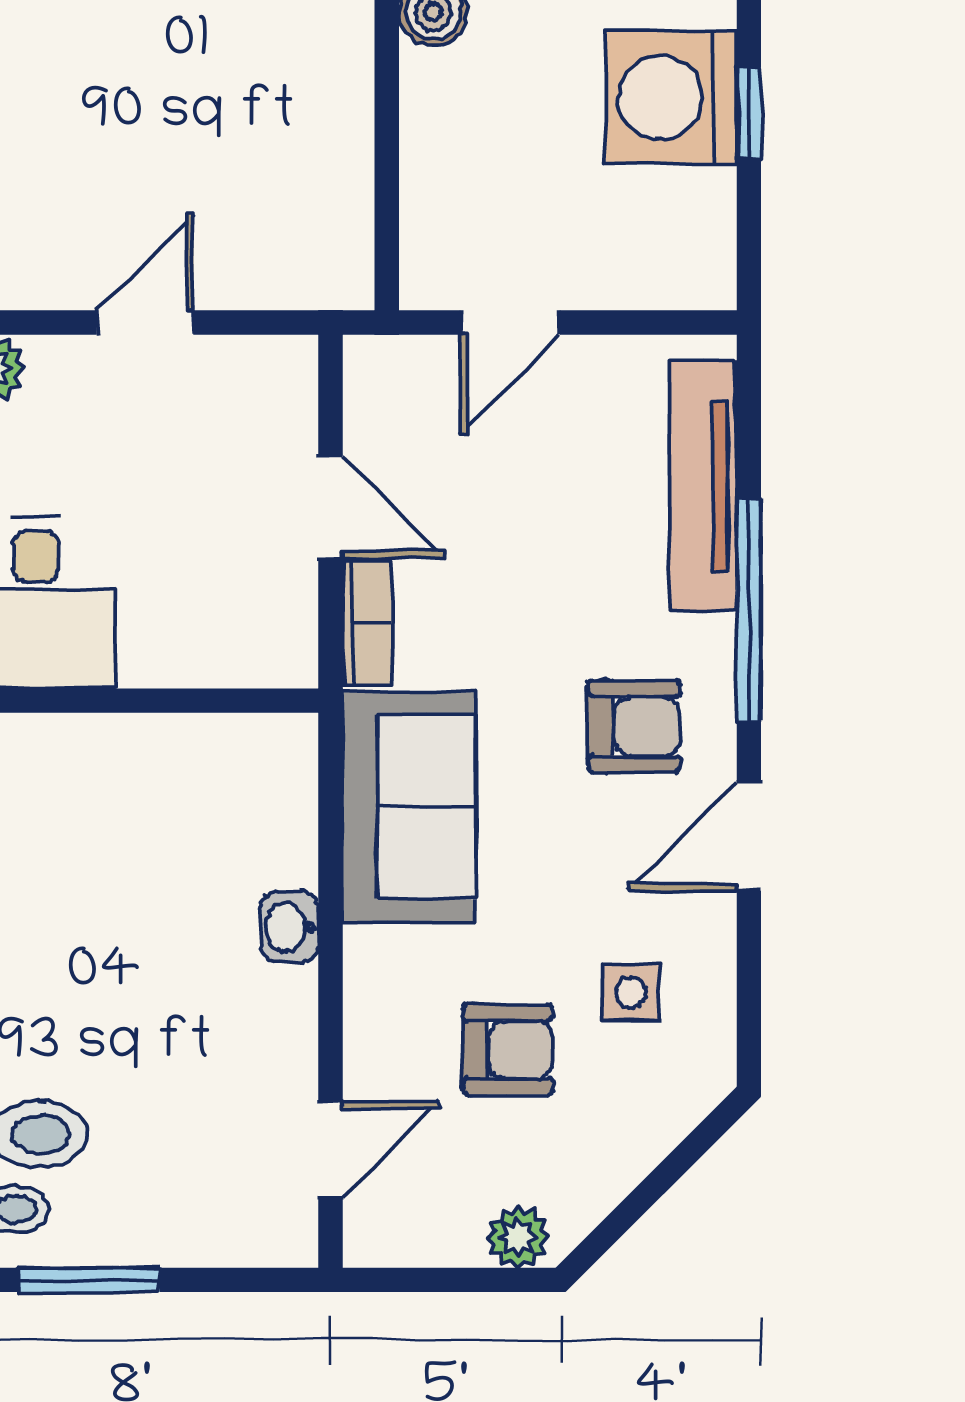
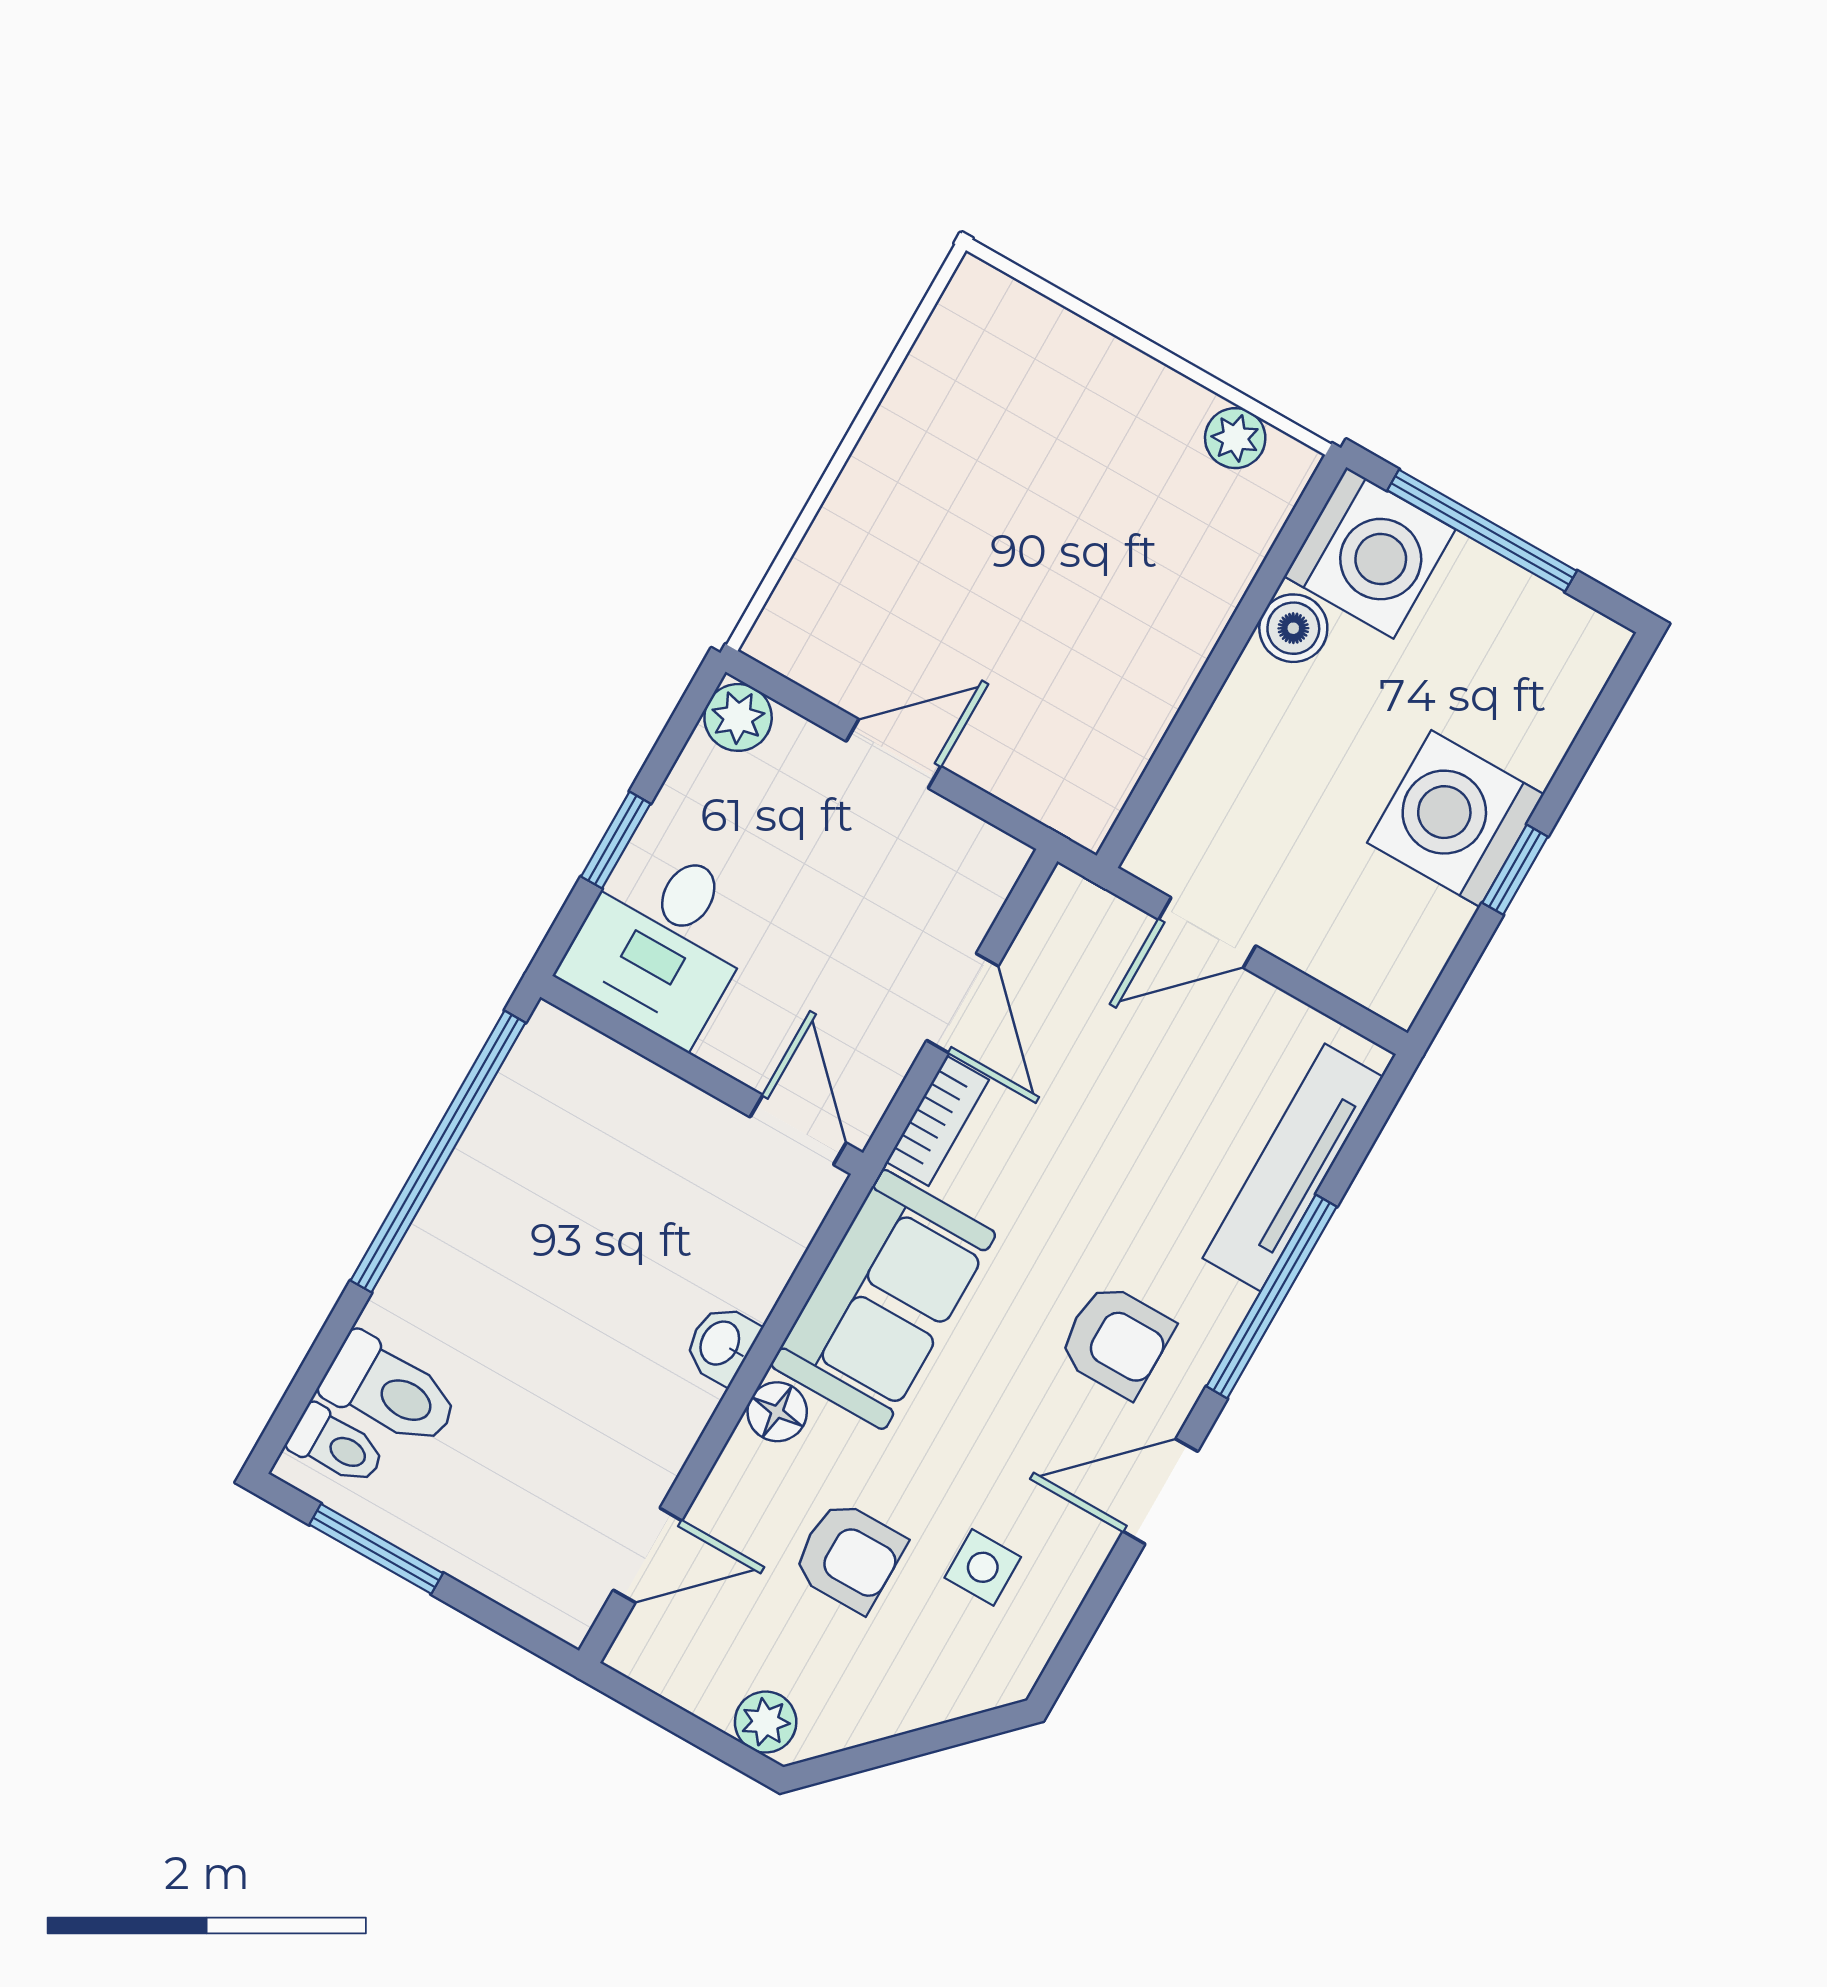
door: (250, 701) -> (798, 1130), added
floor lamp: (372, 959) -> (777, 1412), added

